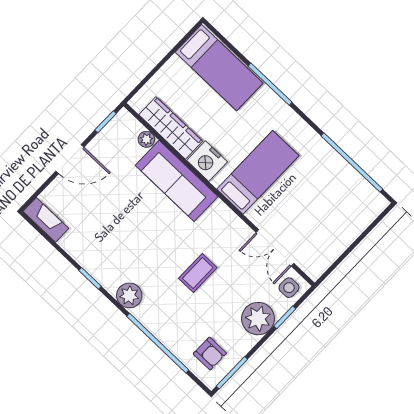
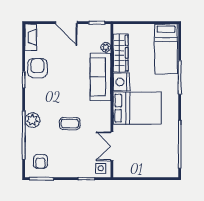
bed: (258, 172) -> (137, 108), width x1.50
armchair: (92, 248) -> (37, 68), added
plant: (129, 295) -> (32, 120), moved
plant: (258, 319) -> (75, 168), removed

